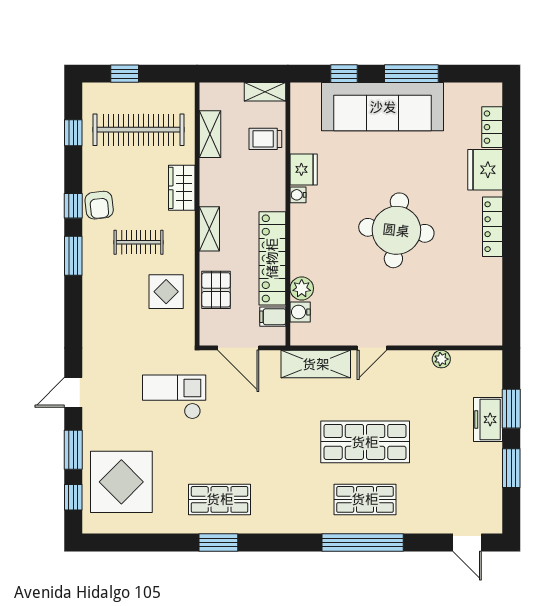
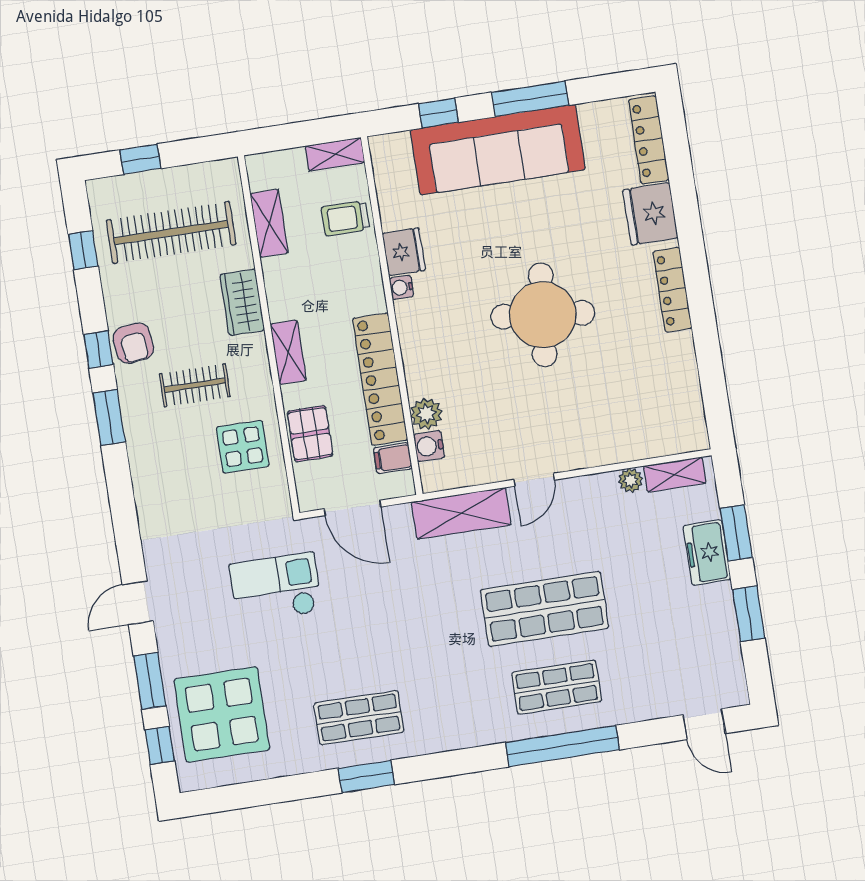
locker: (492, 127) -> (649, 140), width x1.53
shelving: (474, 360) -> (675, 475), added

